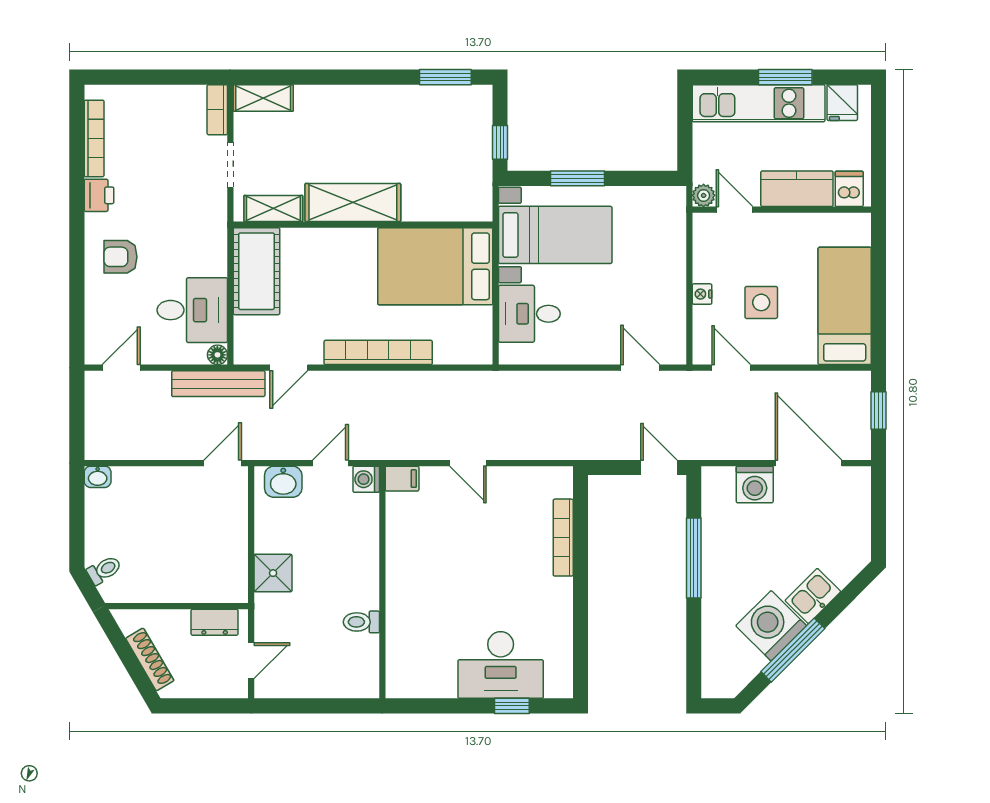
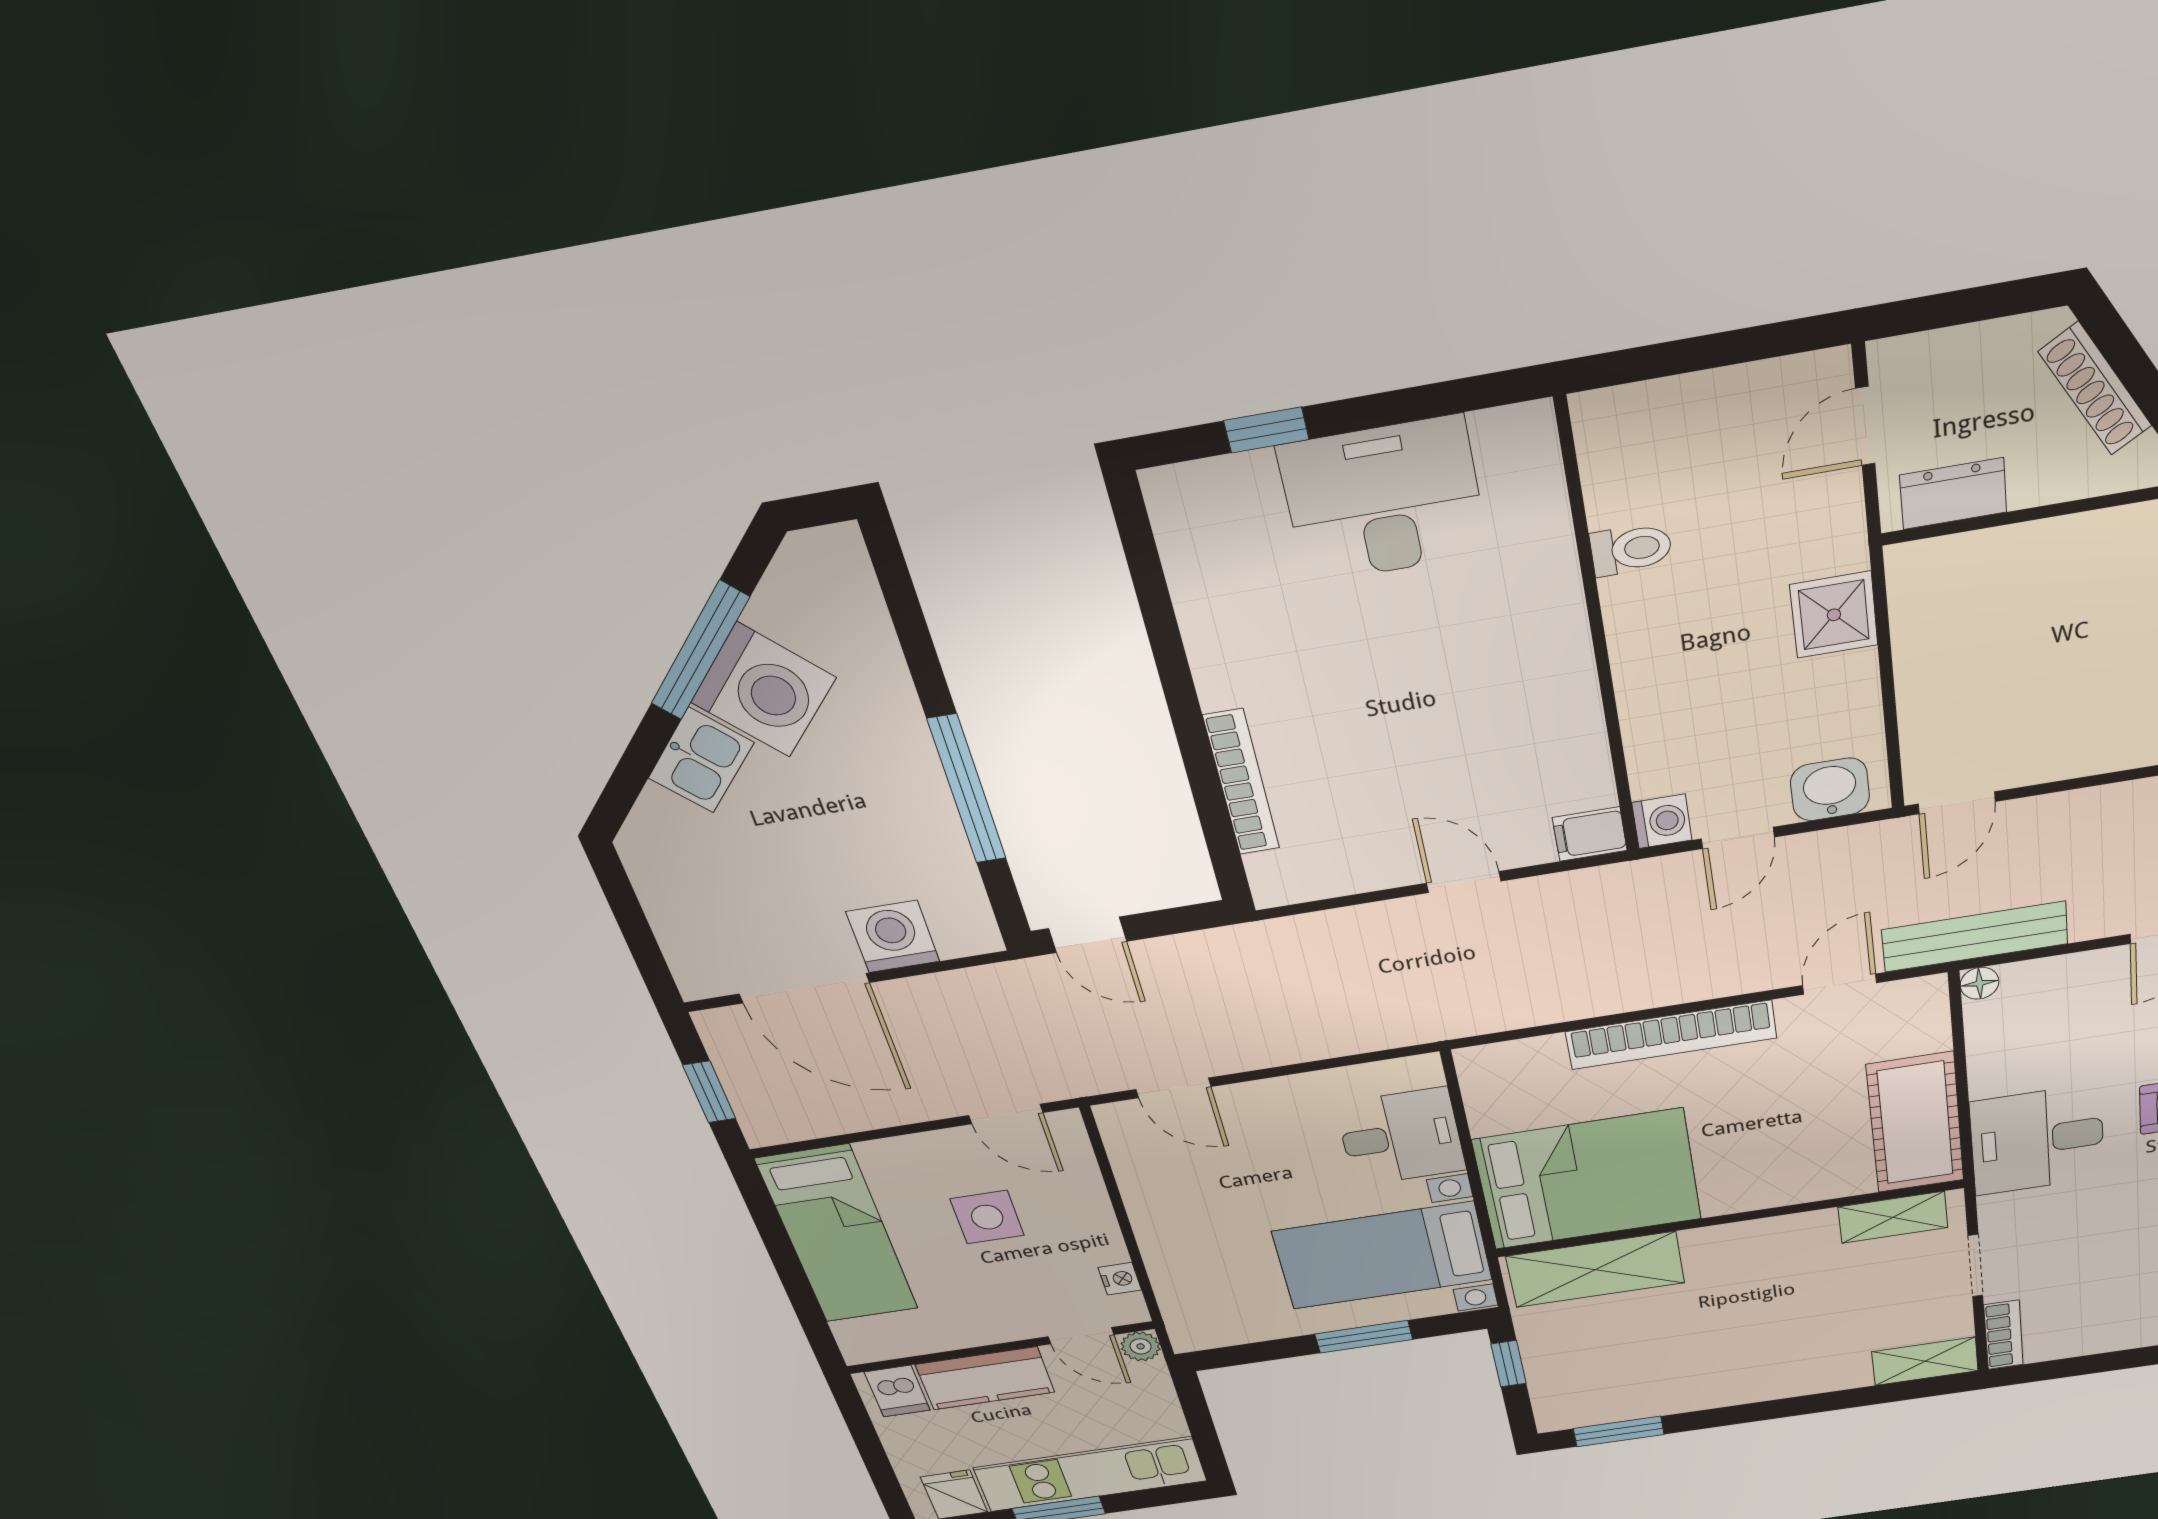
shelving: (353, 203) -> (1595, 1270), moved
nightstand: (702, 294) -> (1120, 1279), moved
desk: (192, 310) -> (2037, 1140), moved
desk: (501, 665) -> (1384, 500), moved

